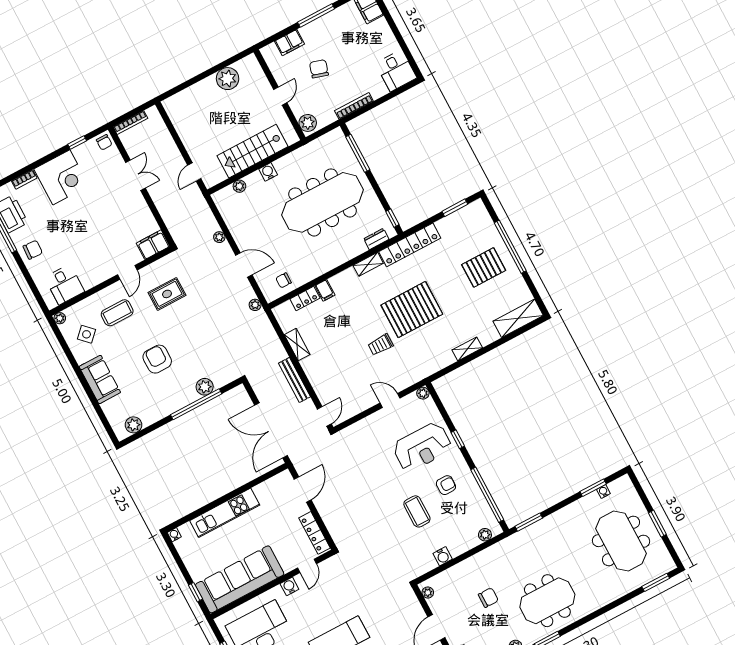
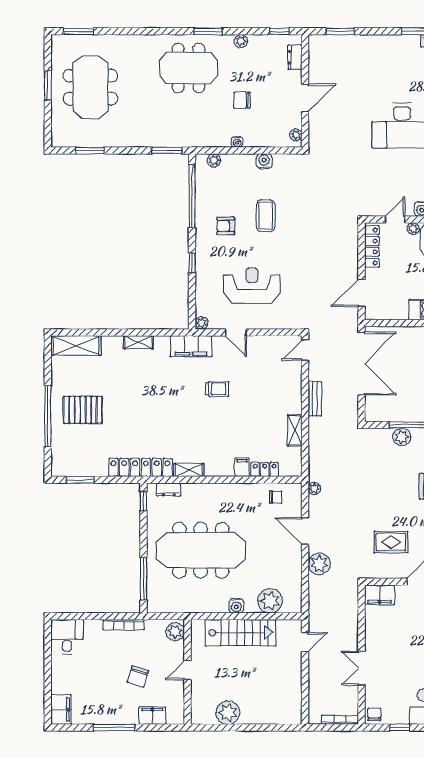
plant: (239, 186) -> (270, 601), width x1.88, depth x1.88
plant: (219, 237) -> (319, 564), width x1.88, depth x1.88
pallet: (412, 310) -> (171, 406), removed
filing cabinet: (421, 369) -> (191, 346), added
bench: (294, 380) -> (315, 399), width x0.73
reception desk: (422, 447) -> (252, 286), moved
water cooler: (603, 492) -> (237, 142), moved
plant: (288, 566) -> (413, 229), added

